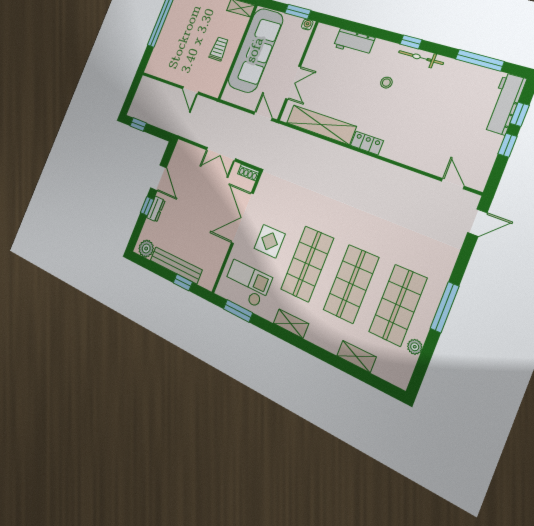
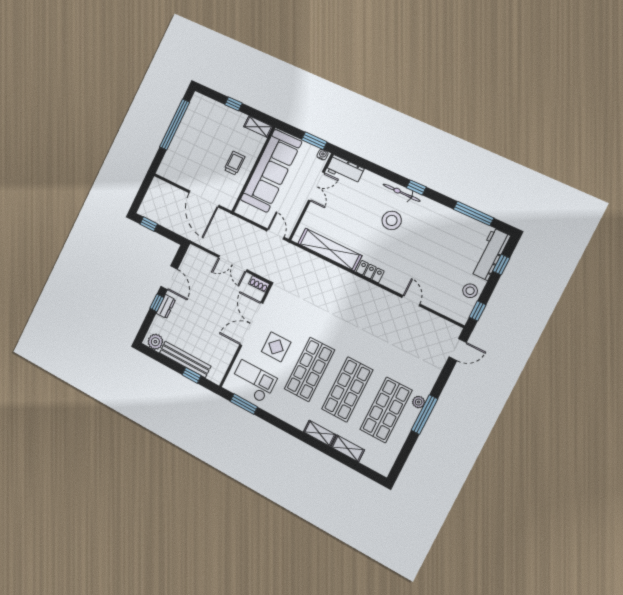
workbench: (354, 42) -> (345, 169), moved
bicycle: (421, 58) -> (402, 193), moved
double door: (293, 83) -> (316, 186), moved
stool: (386, 83) -> (392, 220), width x1.89, depth x1.89
door: (190, 90) -> (204, 199), width x1.88
window: (508, 145) -> (478, 311), moved
stool: (485, 150) -> (470, 291), added
door: (453, 184) -> (411, 301), moved
shelving: (291, 323) -> (320, 433), moved
plant: (415, 347) -> (419, 402), moved

